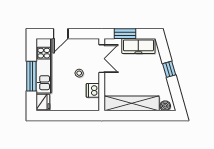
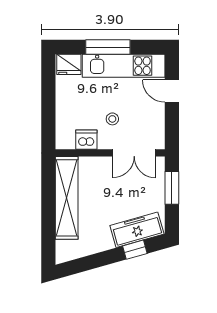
freezer: (138, 46) -> (137, 230), moved, turned 74
window: (169, 69) -> (135, 250), moved
boiler: (165, 106) -> (63, 248), removed

